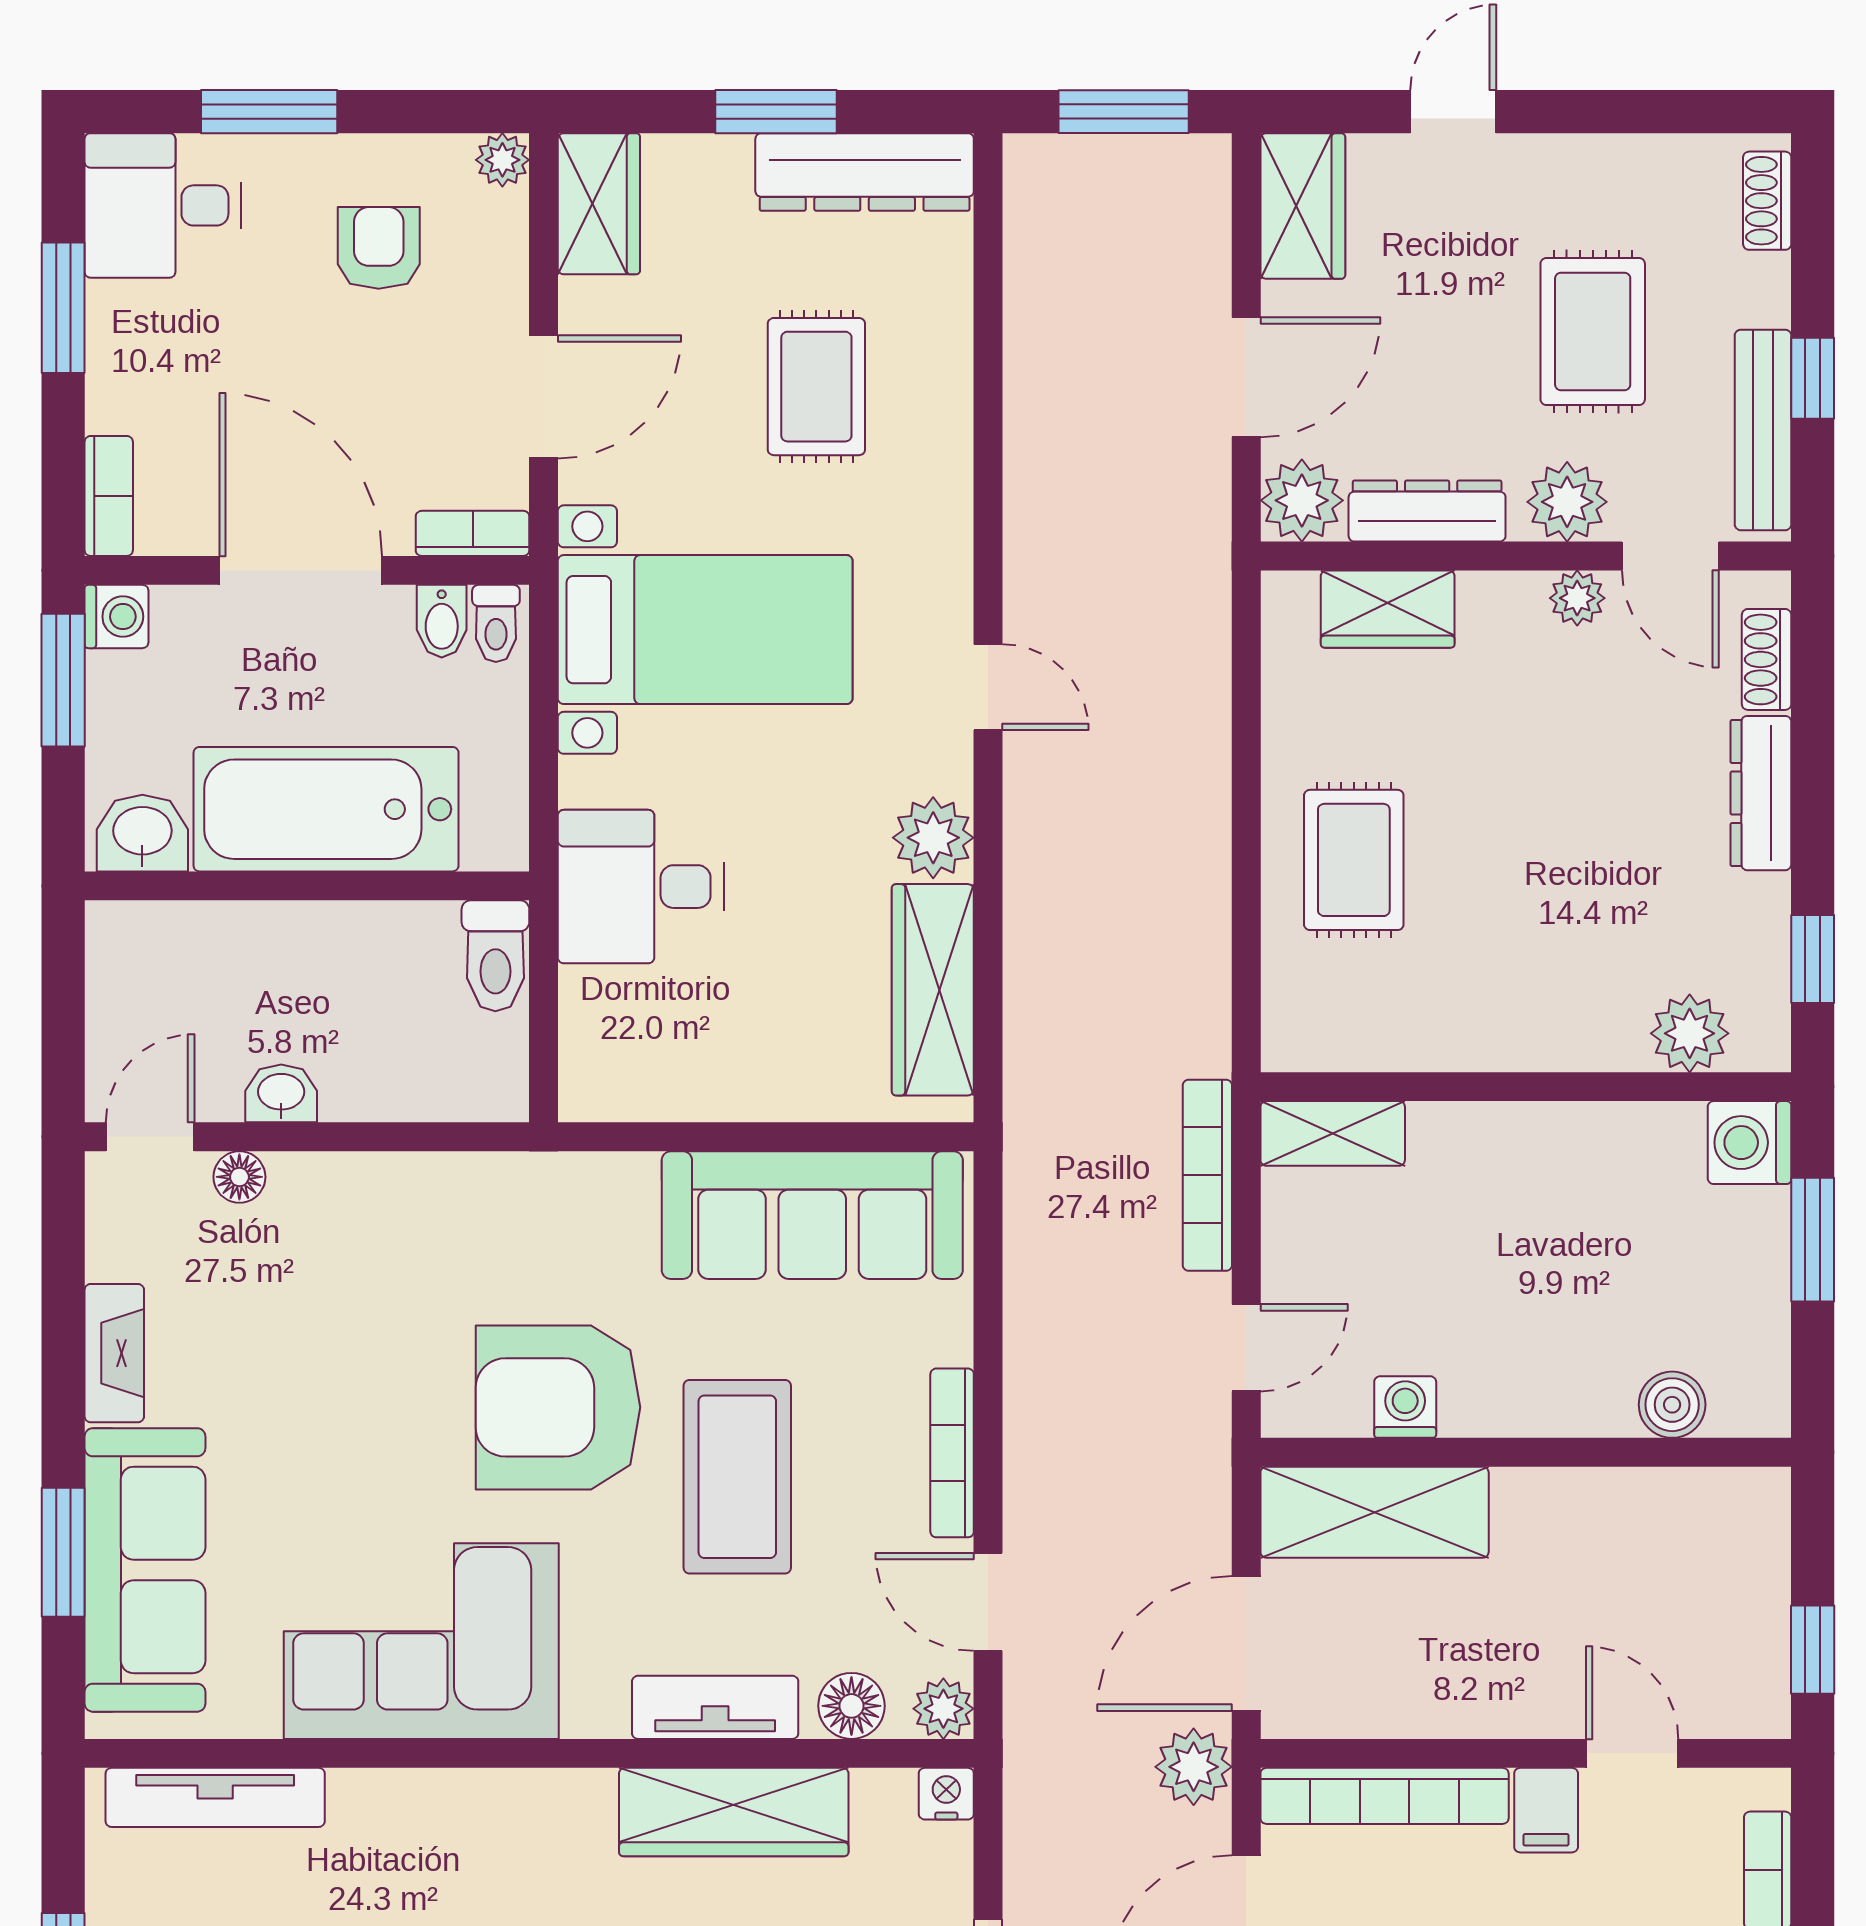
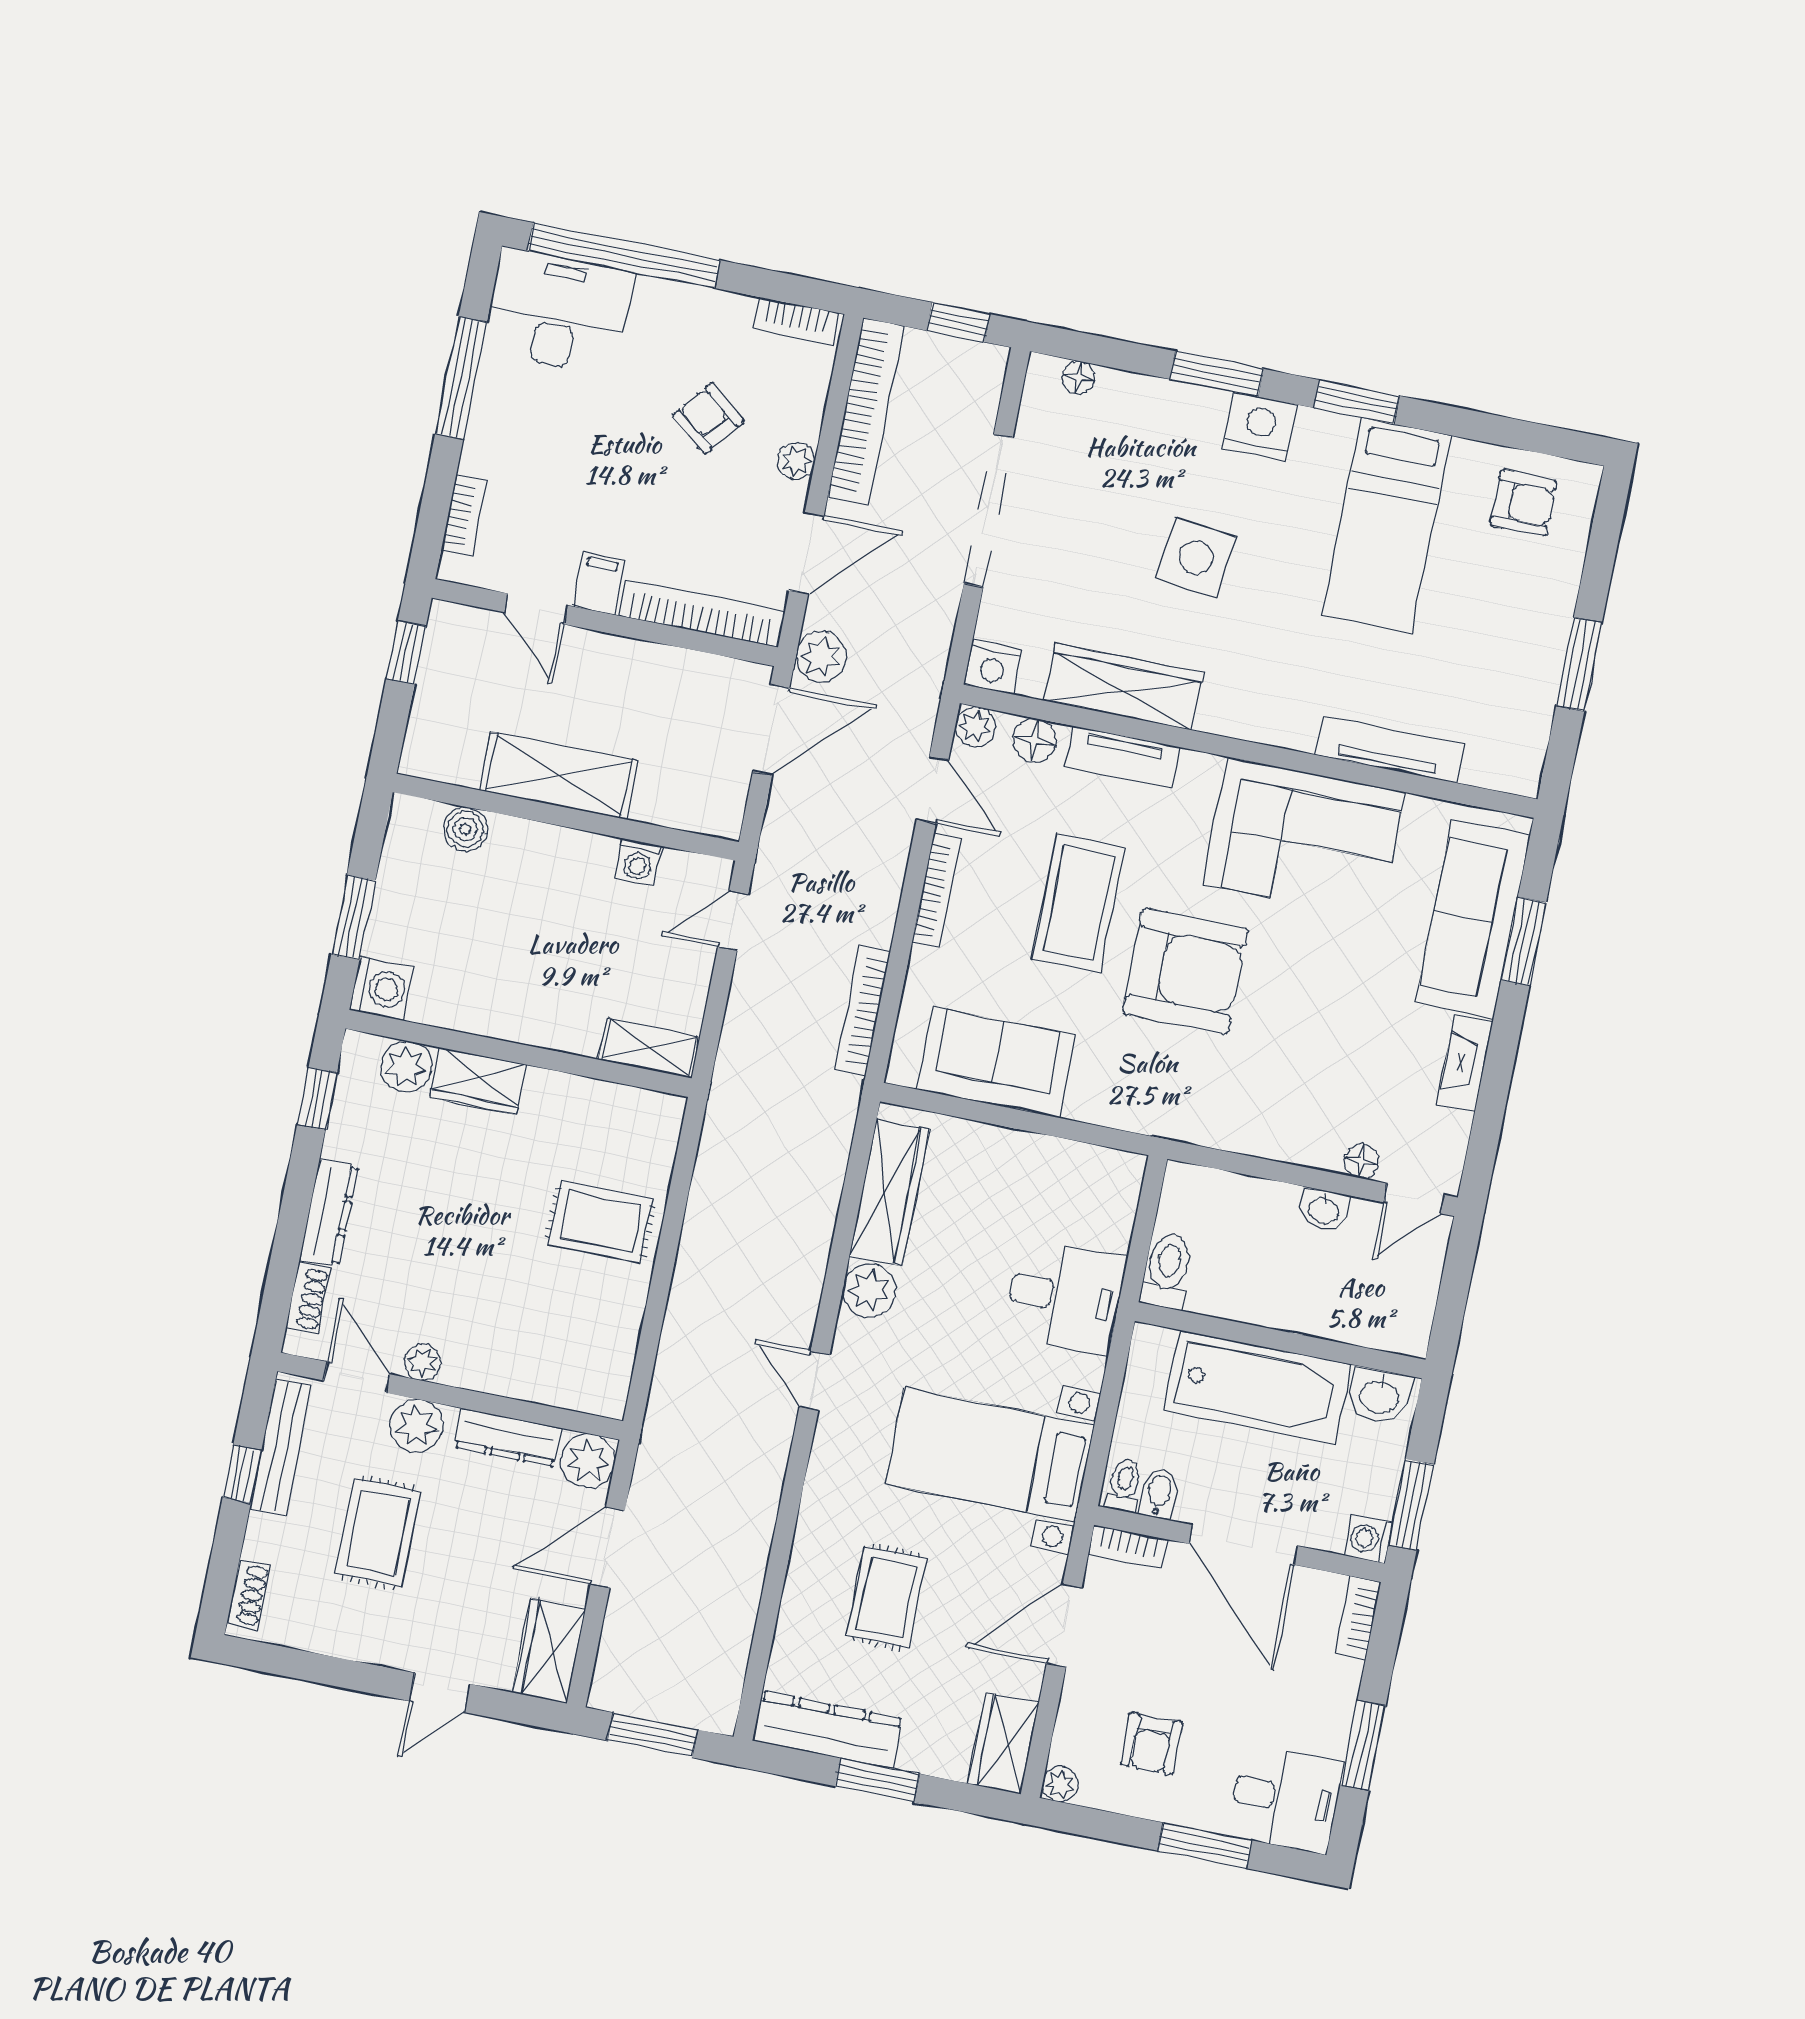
wardrobe: (1388, 609) -> (478, 1081), moved, turned 180
rug: (1354, 860) -> (601, 1222), turned 90
bookcase: (1207, 1175) -> (862, 1010), moved, turned 180
sofa: (812, 1215) -> (996, 1062), width x0.73
shelving: (1375, 1512) -> (559, 775), moved
nightstand: (946, 1794) -> (992, 667), width x1.39, depth x1.35
tv unit: (215, 1797) -> (1389, 750), moved

